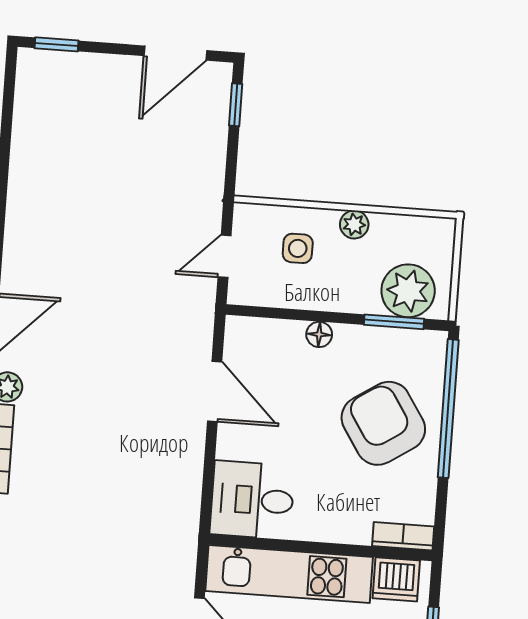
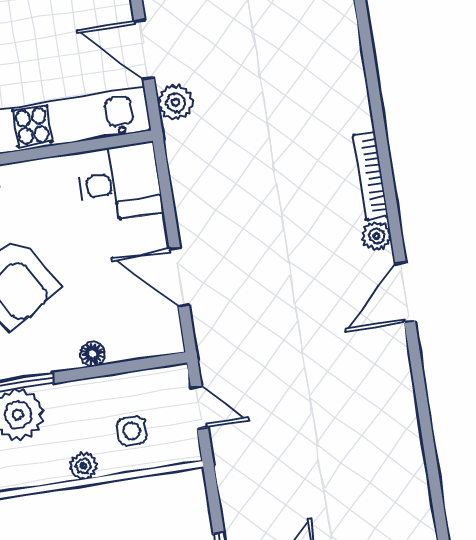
door: (225, 256) -> (199, 407), hinge flipped
plant: (178, 567) -> (176, 102), added

